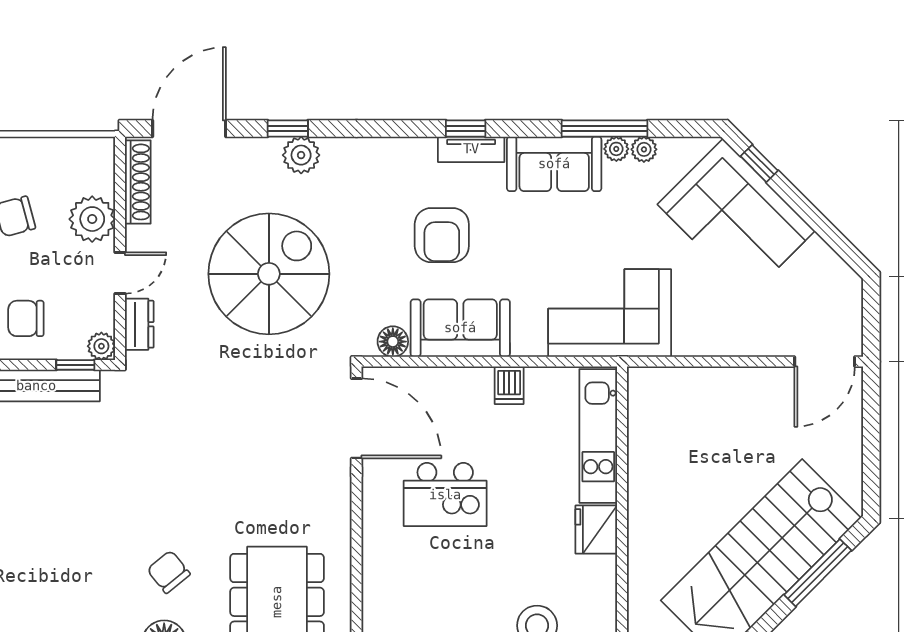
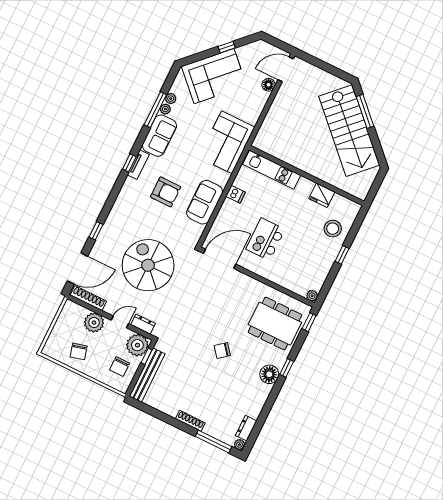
door: (189, 129) -> (78, 269), swing flipped
plant: (301, 155) -> (109, 231), removed
window: (759, 163) -> (227, 47), moved
door: (120, 273) -> (120, 322), hinge flipped
floor lamp: (393, 342) -> (269, 85), moved
plant: (101, 346) -> (137, 345), width x1.88, depth x1.88
door: (825, 362) -> (286, 69), swing flipped
kitchen island: (445, 495) -> (265, 239), turned 180
fridge: (596, 530) -> (322, 195), moved
chair: (169, 572) -> (222, 350), moved

